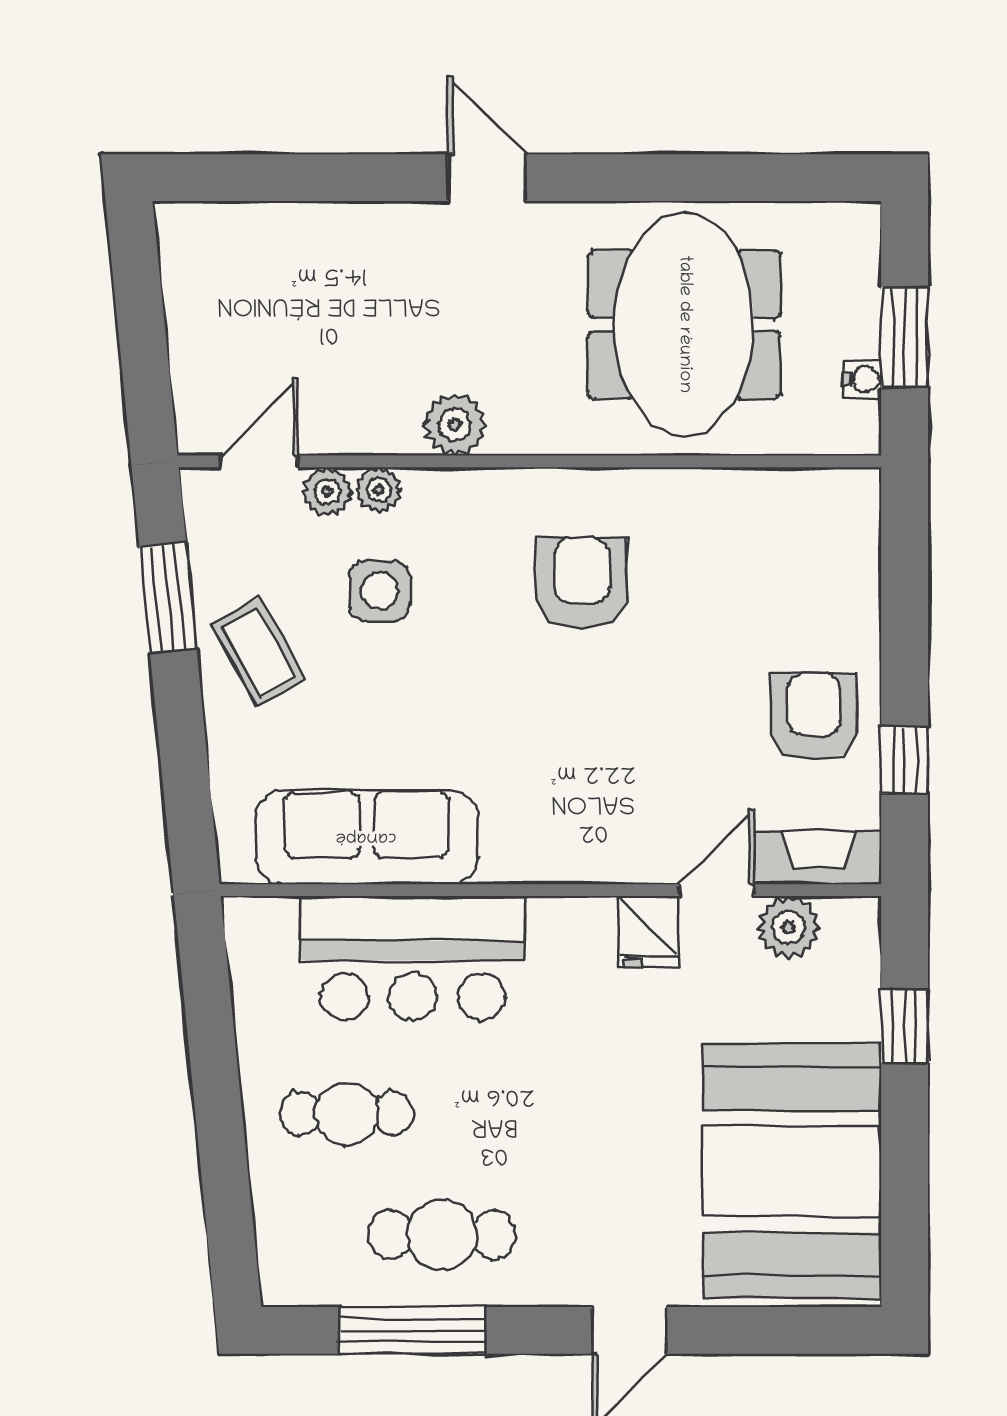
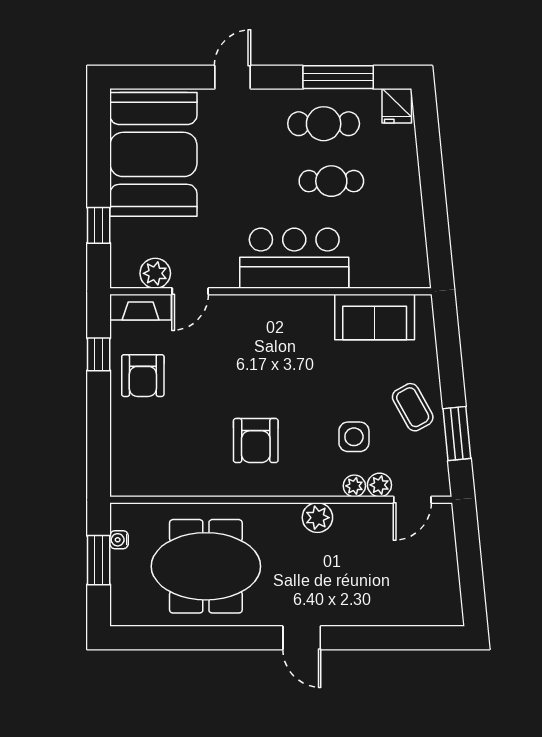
meeting table: (684, 324) -> (206, 566), turned 90
sofa: (366, 837) -> (375, 317), width x0.73
fridge: (649, 932) -> (397, 106), moved, turned 180
bar counter: (413, 958) -> (294, 258), moved
cafe table: (347, 1113) -> (331, 181), moved

